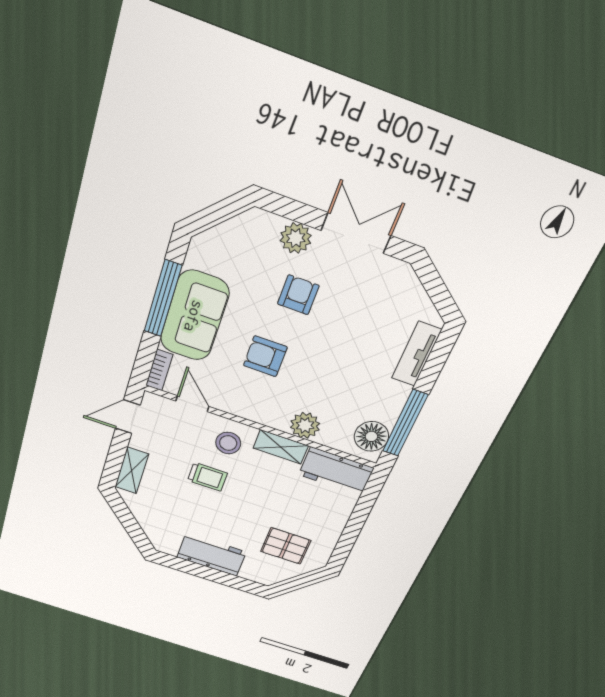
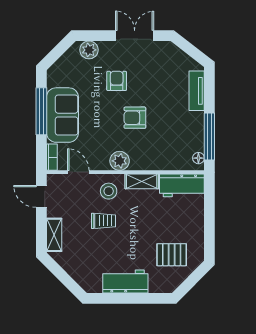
plant: (296, 238) -> (89, 50), moved
armchair: (265, 356) -> (135, 118), moved
door: (128, 417) -> (41, 196), hinge flipped
plant: (305, 425) -> (120, 161), moved
floor lamp: (371, 436) -> (198, 158), width x0.53, depth x0.53

